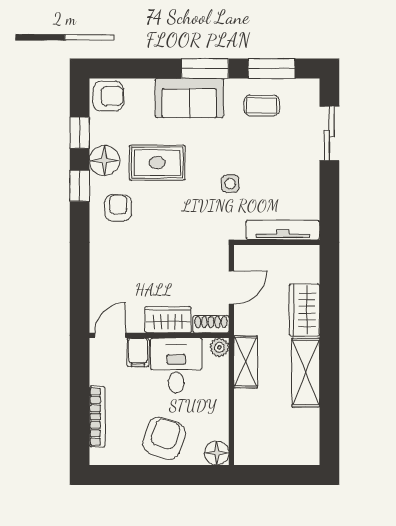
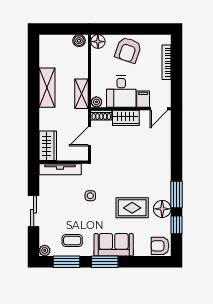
plant: (310, 88) -> (45, 250), added
sliding door: (329, 133) -> (34, 211), moved
window: (80, 186) -> (176, 195), width x1.50
armchair: (118, 208) -> (154, 182), removed
wardrobe: (304, 310) -> (48, 146), moved
boiler: (250, 455) -> (79, 41), added

